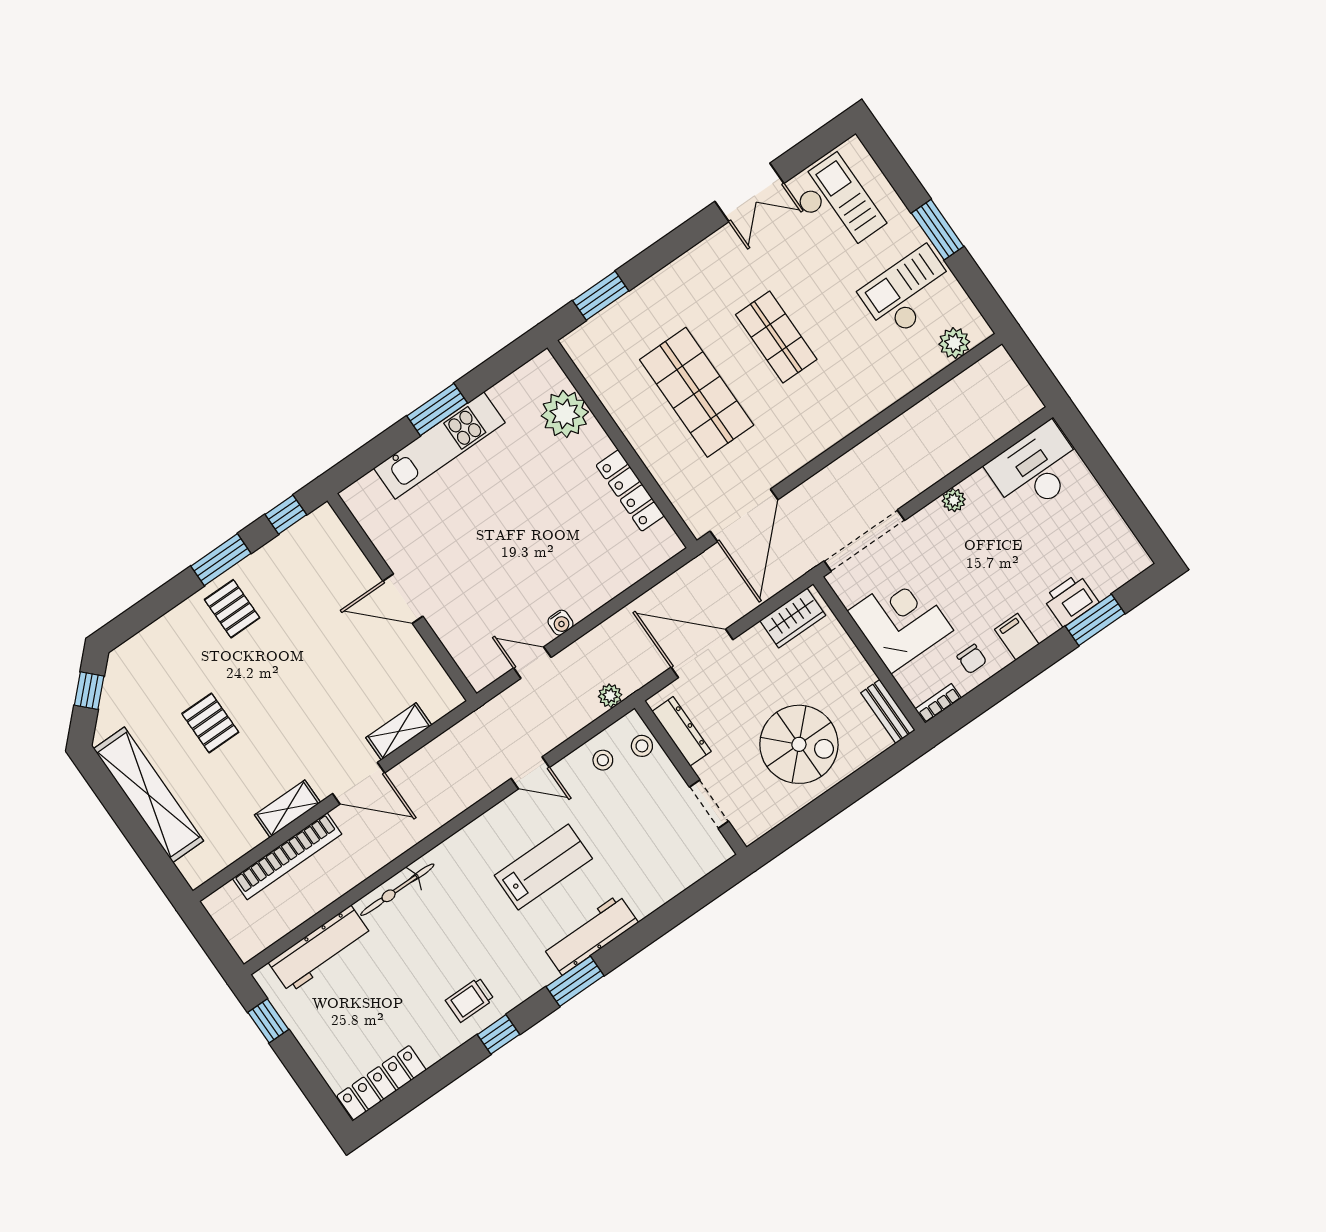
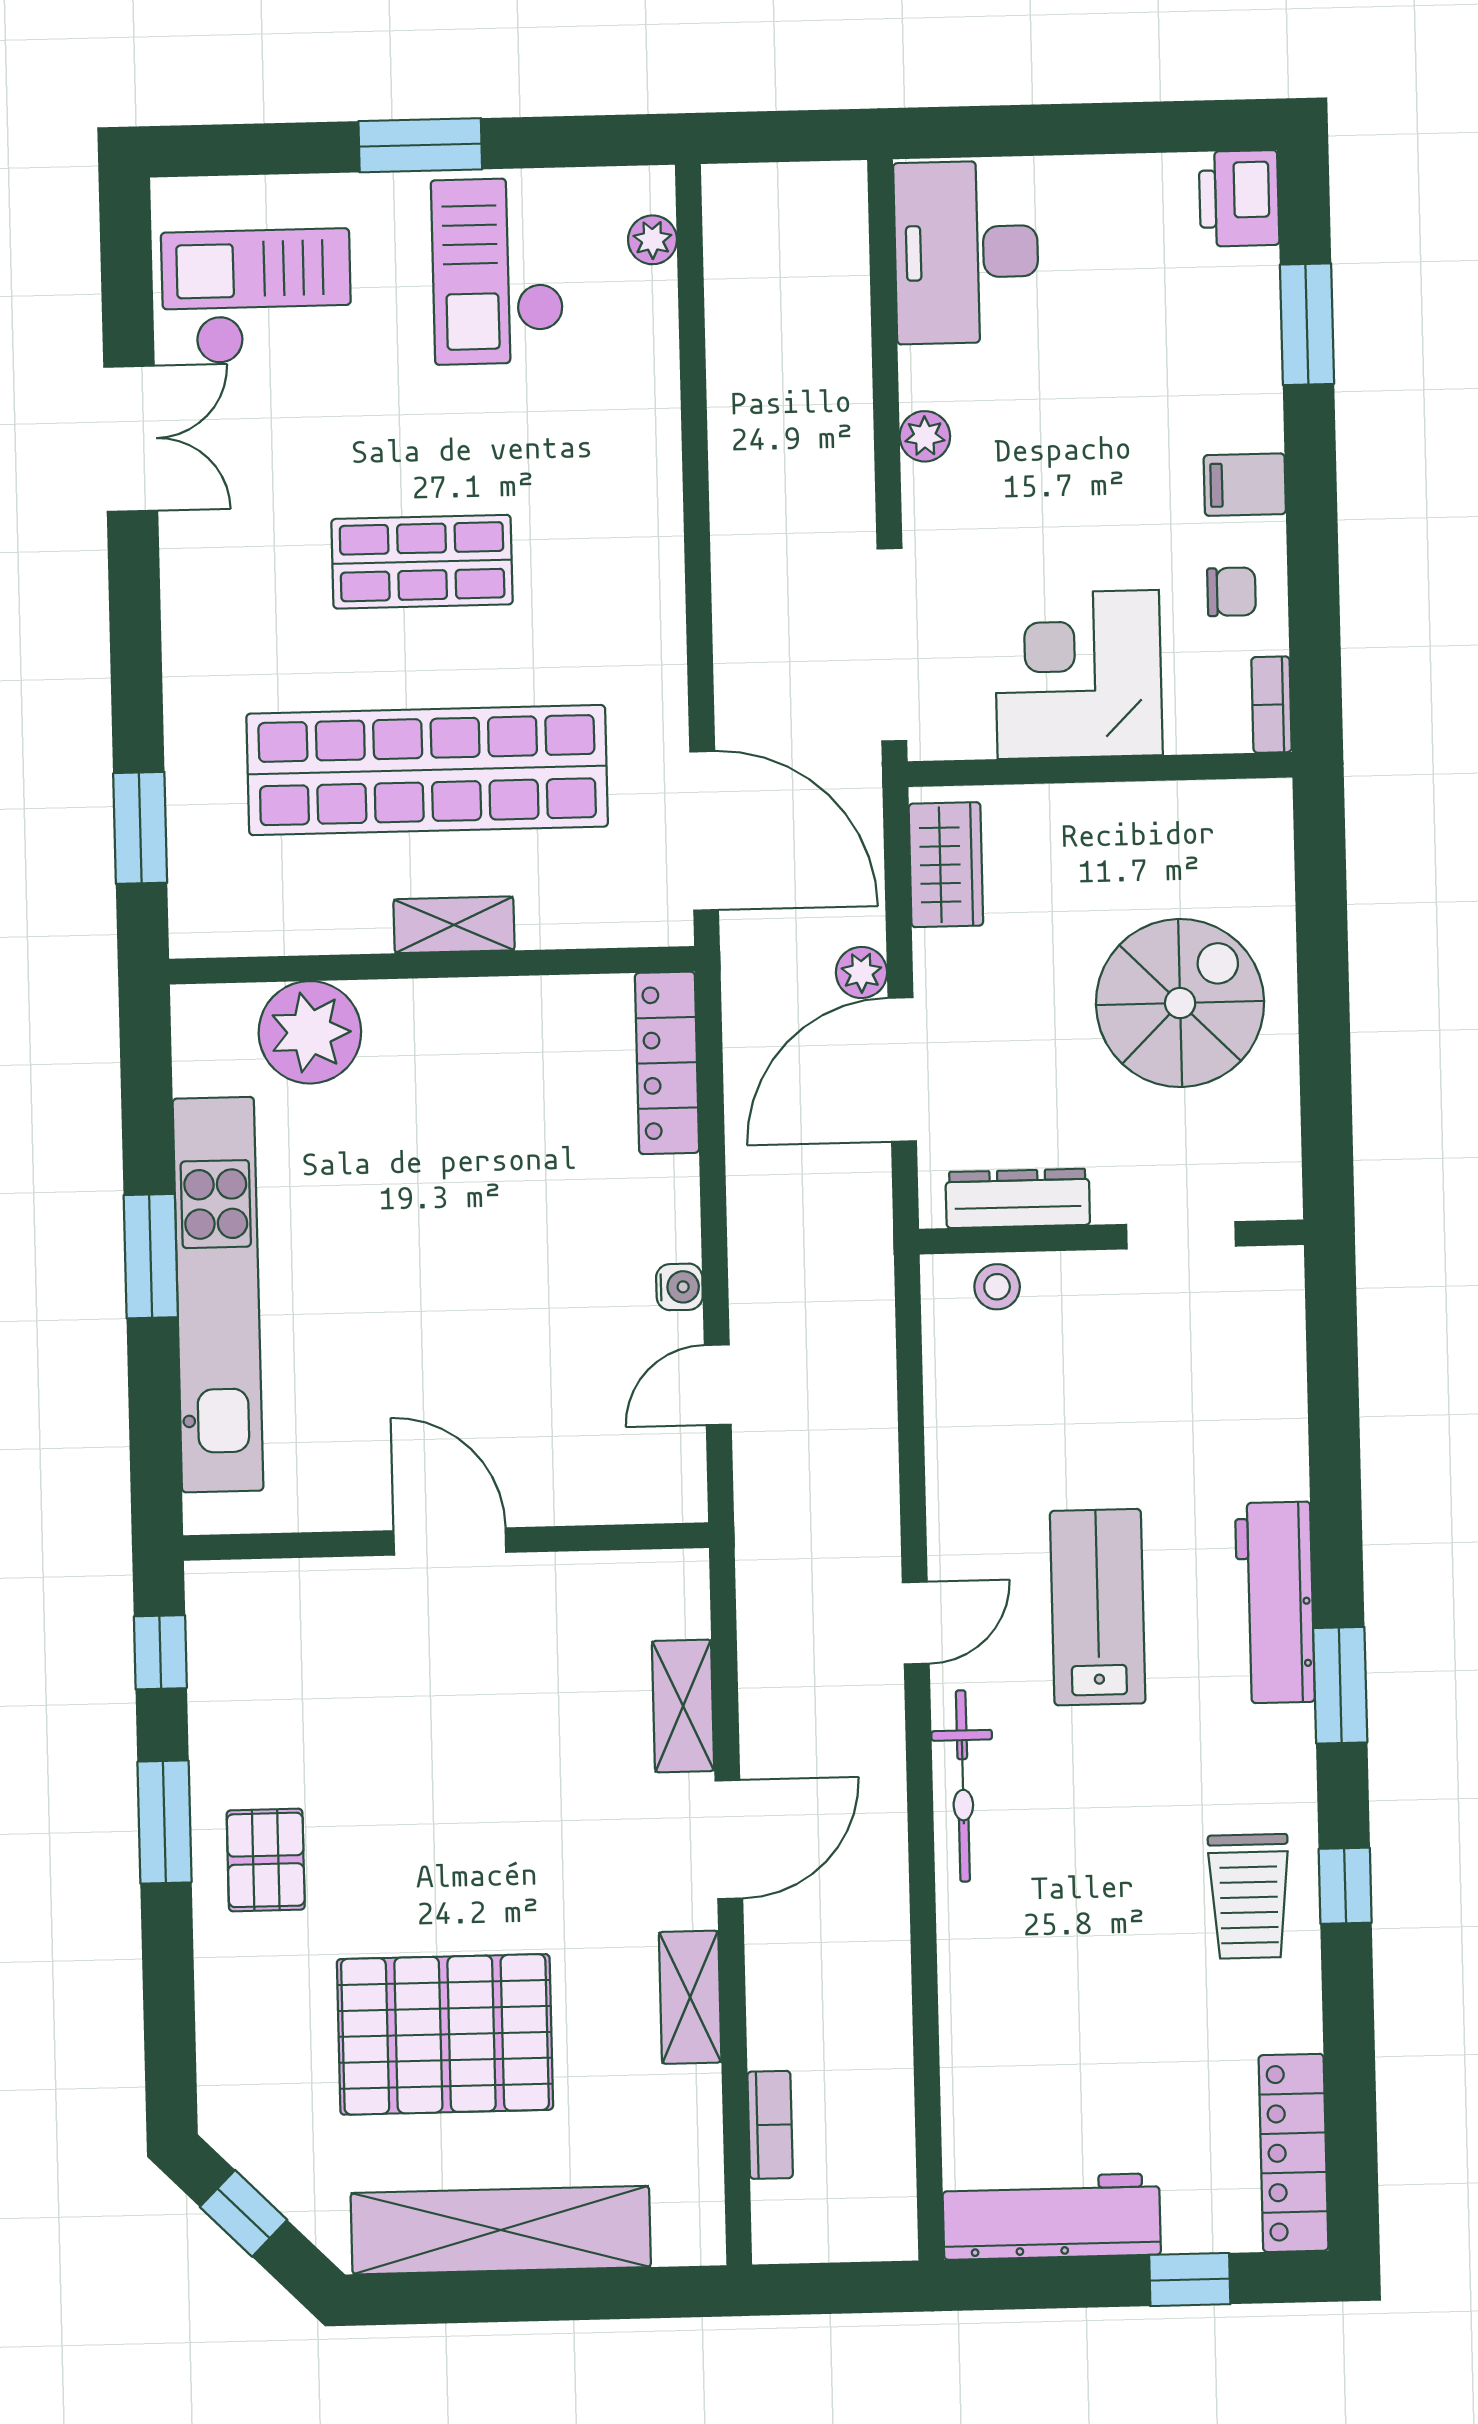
plant: (954, 343) -> (652, 240), width x0.73, depth x0.73
shop shelf: (697, 392) -> (427, 770), width x1.40
shelving: (643, 442) -> (454, 925), added
kitchen unit: (439, 445) -> (218, 1295), width x1.36
locker: (630, 491) -> (667, 1063), moved, turned 90
door: (403, 599) -> (450, 1541), swing flipped
printer: (1071, 600) -> (1239, 198), moved
pallet: (232, 609) -> (266, 1860), turned 90
plant: (610, 696) -> (861, 972), moved
bench: (888, 712) -> (1226, 805), removed
pallet: (210, 723) -> (445, 2034), width x2.05, depth x2.00
stool: (603, 760) -> (976, 1374), removed
door: (530, 773) -> (916, 1623), moved
bookcase: (287, 856) -> (770, 2125), width x0.43, depth x0.76
bicycle: (397, 890) -> (963, 1786), moved
workbench: (320, 949) -> (1052, 2217), moved, turned -90
trolley: (470, 1000) -> (1249, 1896), width x1.36, depth x1.39
window: (268, 1021) -> (1190, 2280), moved

